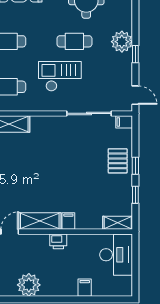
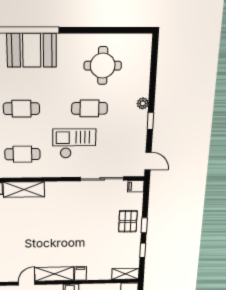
plant: (122, 42) -> (143, 103), width x0.53, depth x0.53

